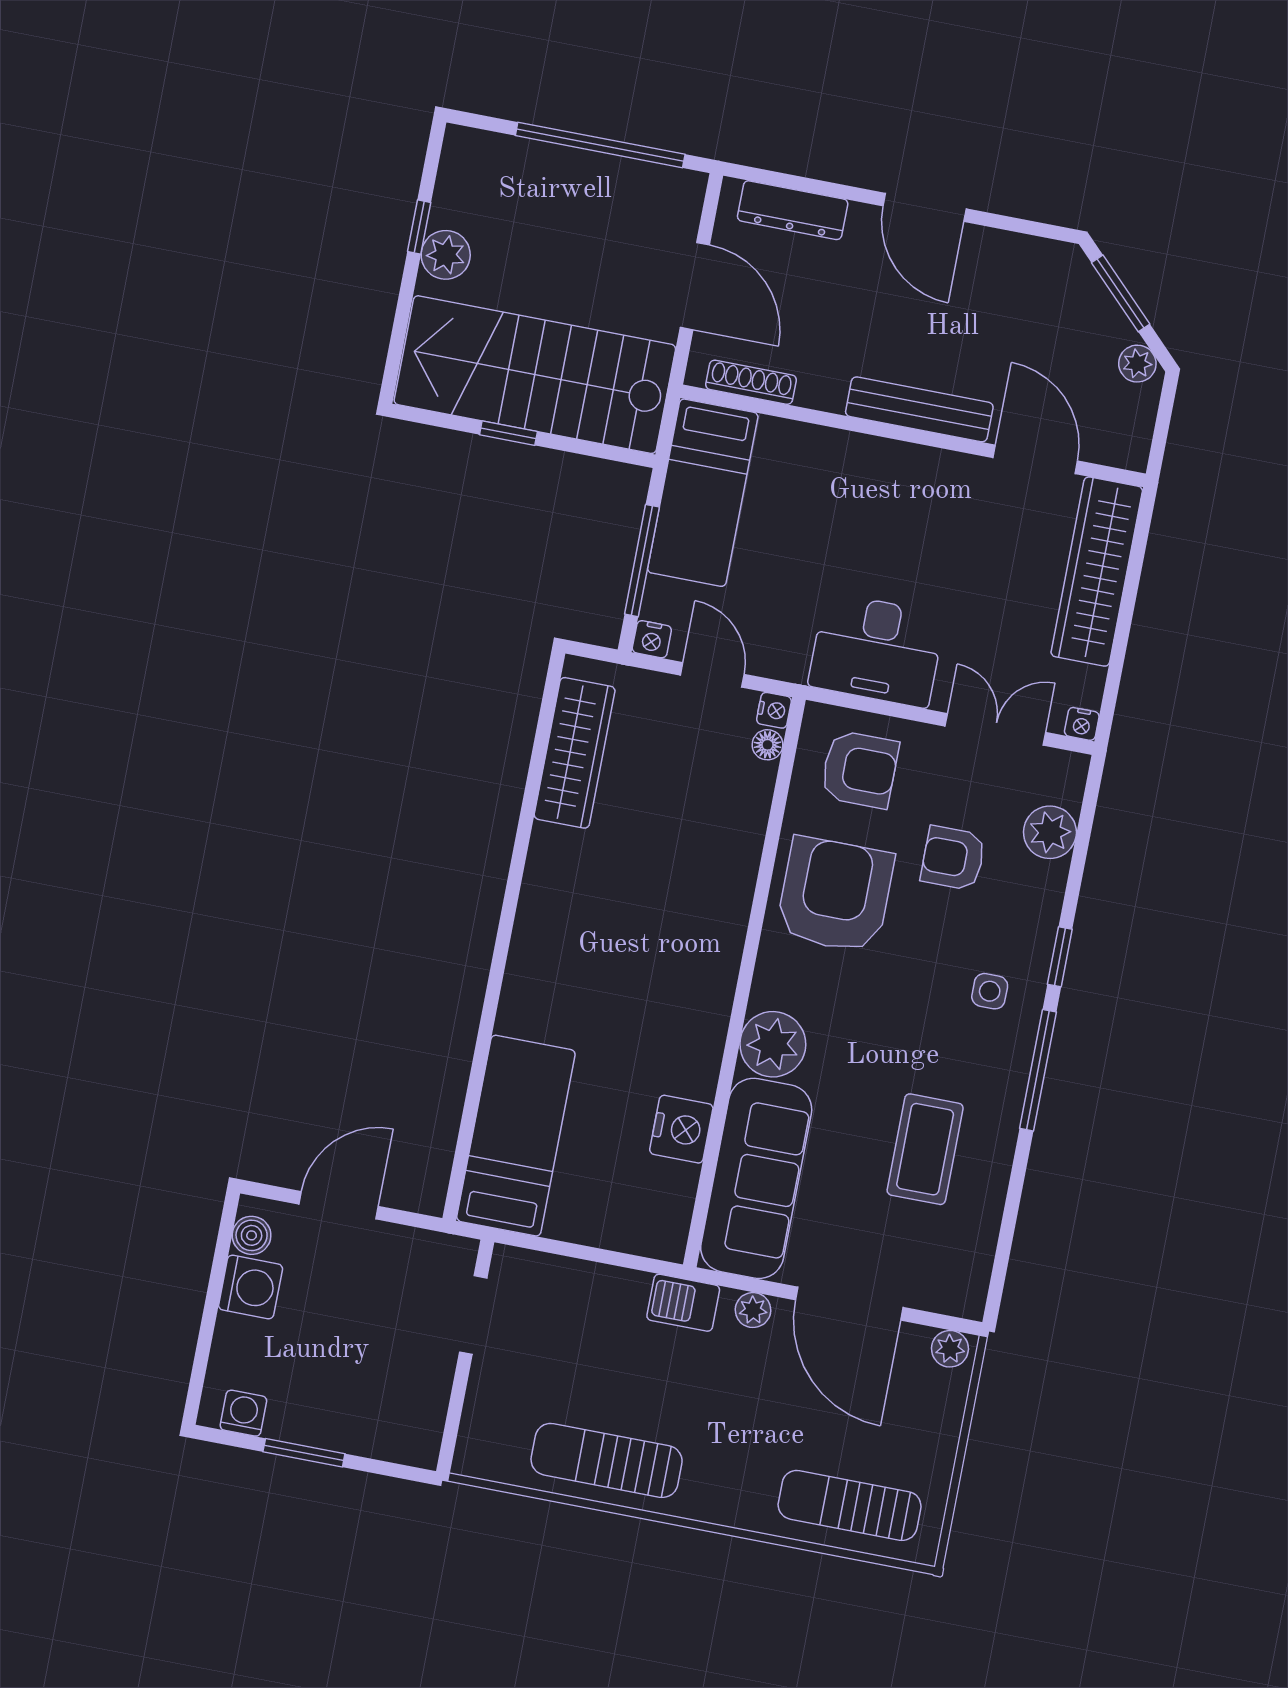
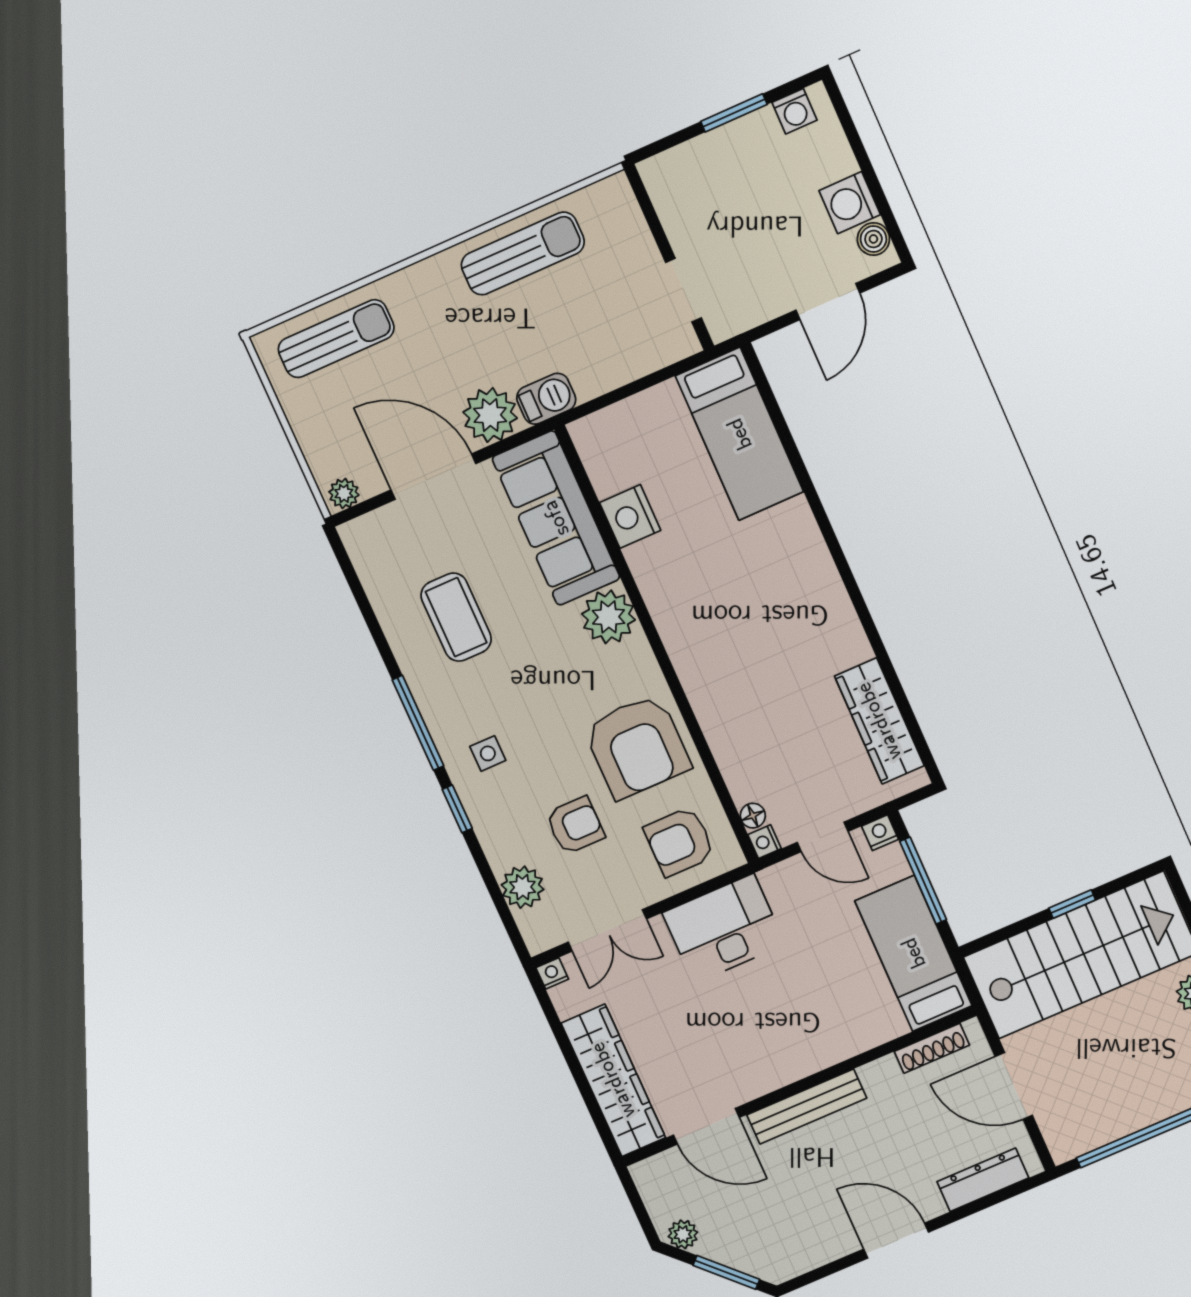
plant: (753, 1310) -> (490, 415), width x1.88, depth x1.88

